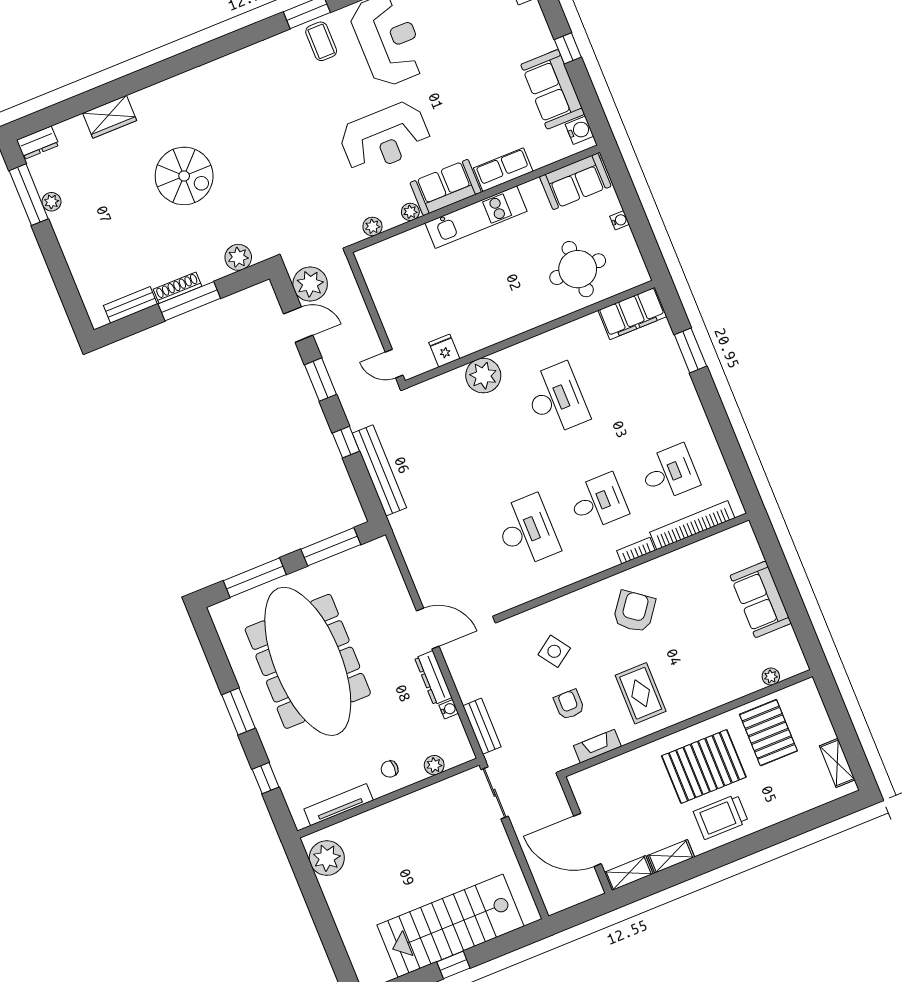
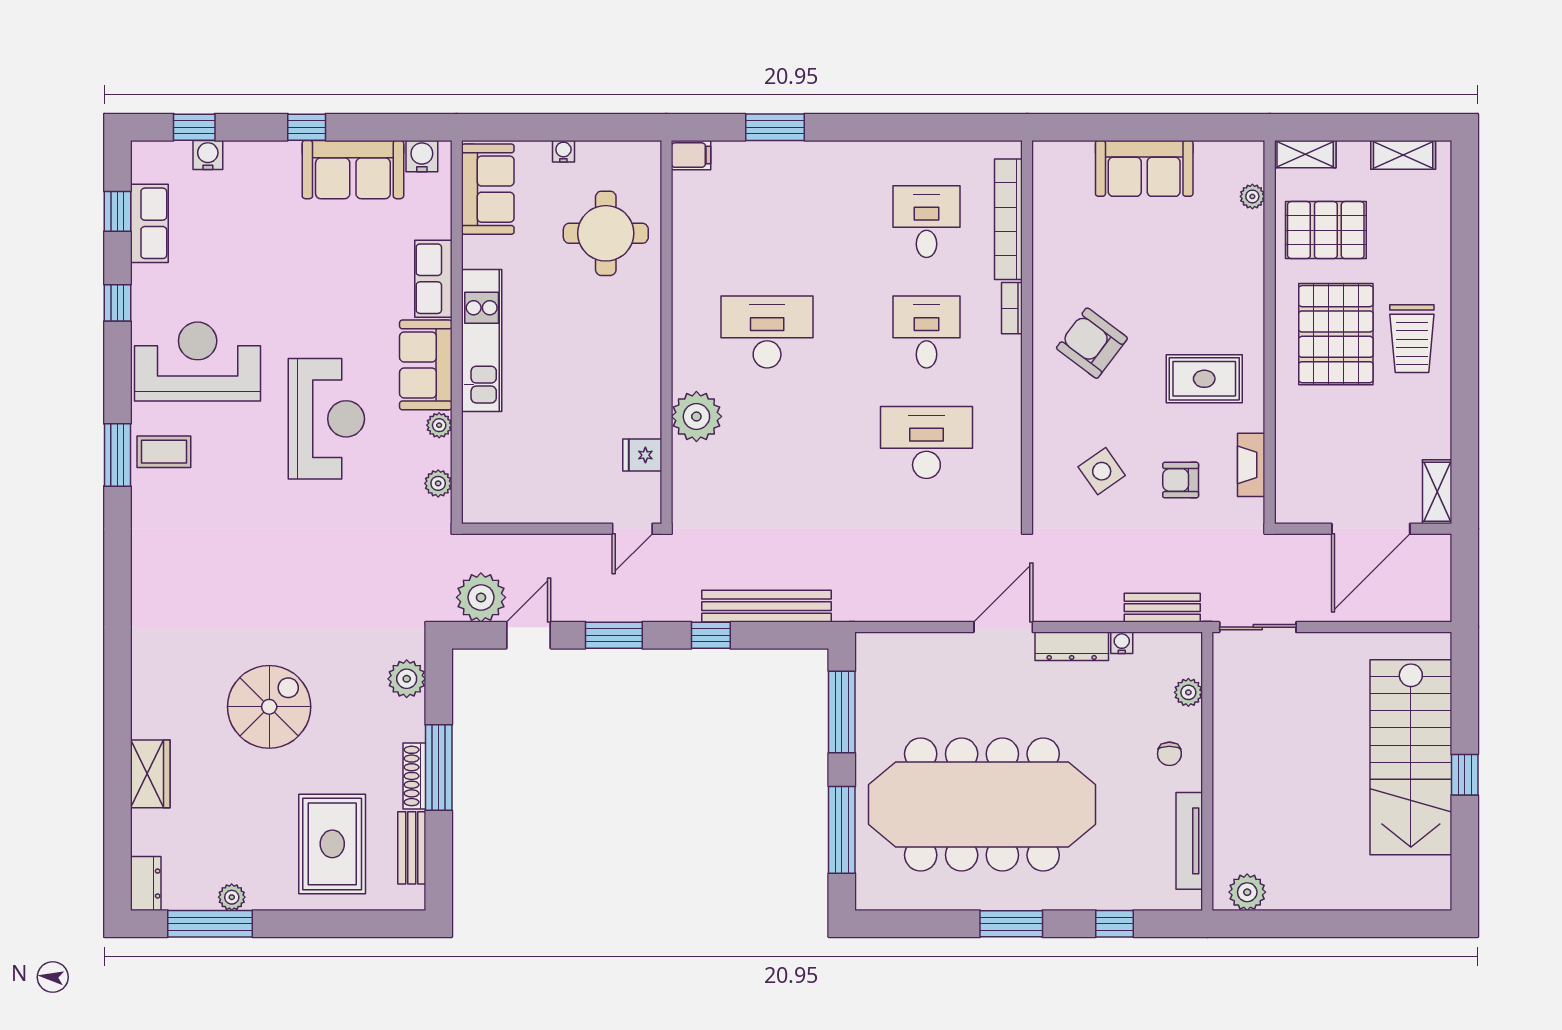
rug: (112, 253) -> (332, 844), added
filing cabinet: (632, 313) -> (691, 155), width x0.33, depth x0.86
shelving: (671, 856) -> (1305, 154), moved, turned 90
plant: (327, 858) -> (1247, 892), width x0.73, depth x0.73

